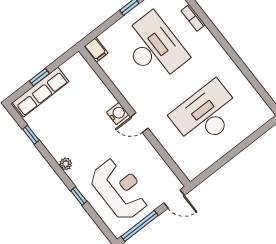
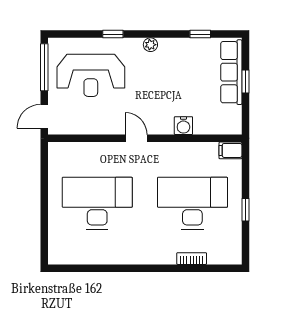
desk: (154, 48) -> (192, 203), turned 180
water cooler: (118, 114) -> (183, 126), moved
desk: (206, 114) -> (97, 203), turned -90
door: (139, 123) -> (136, 138), hinge flipped

